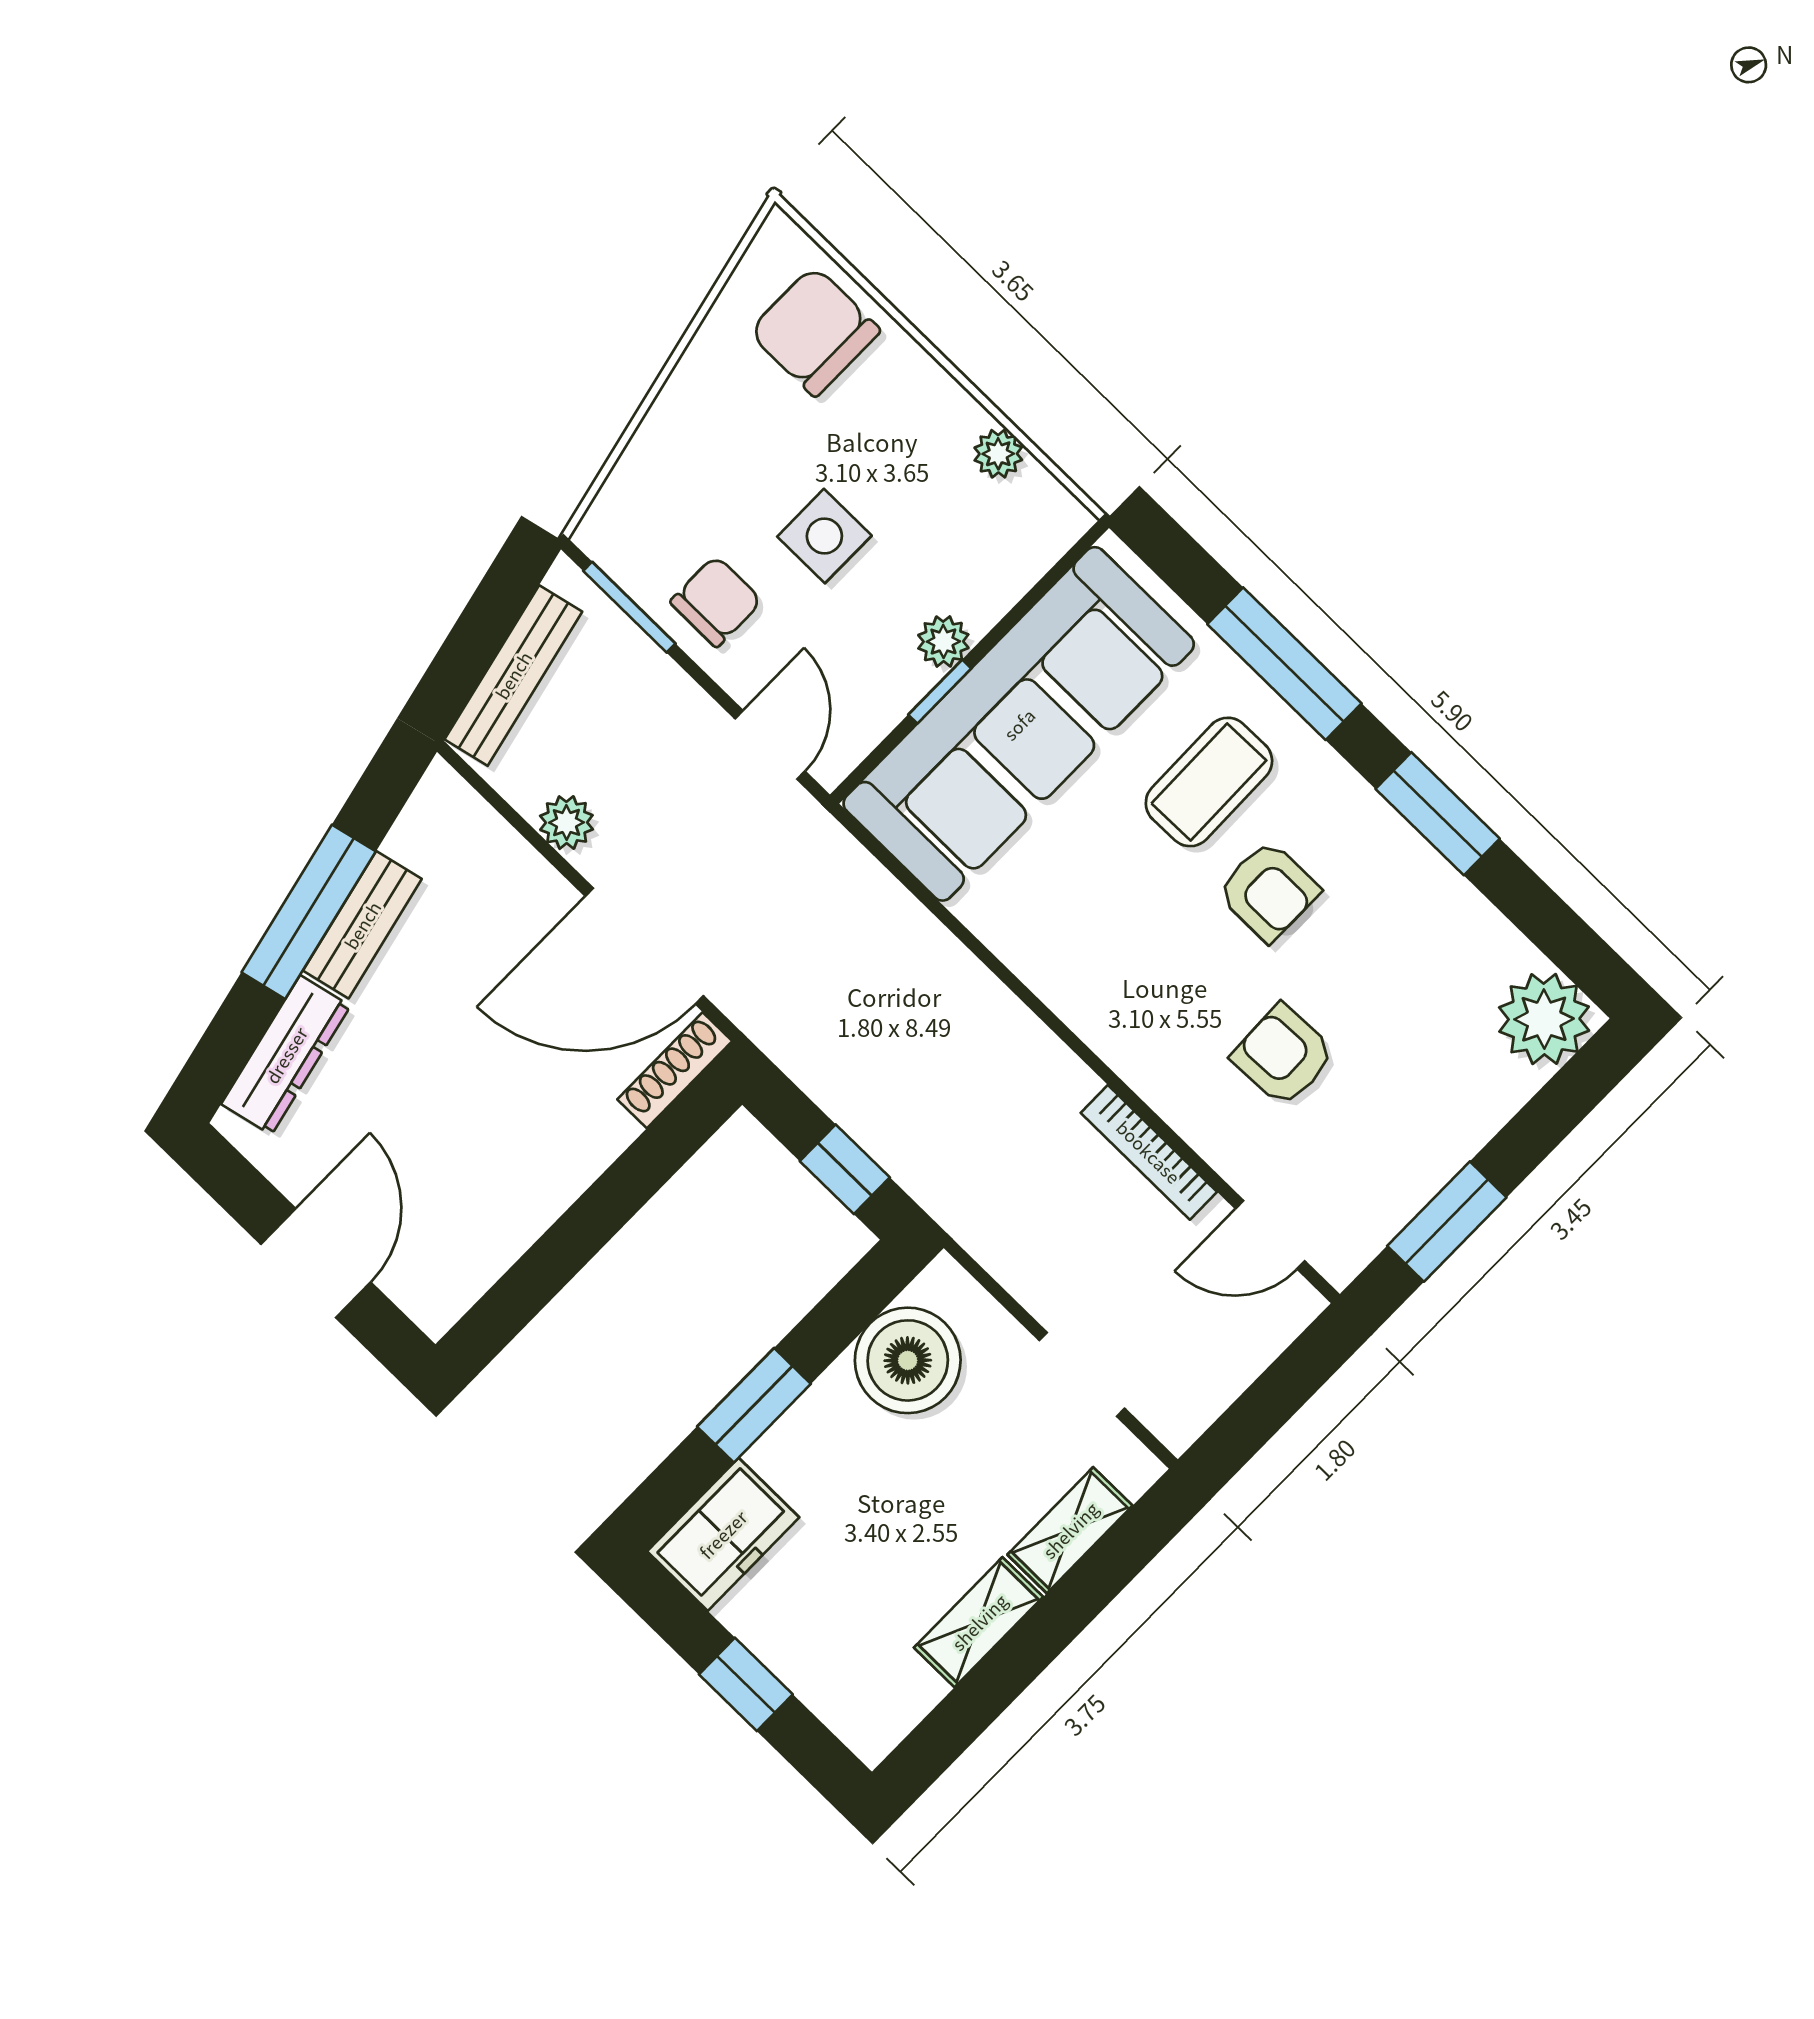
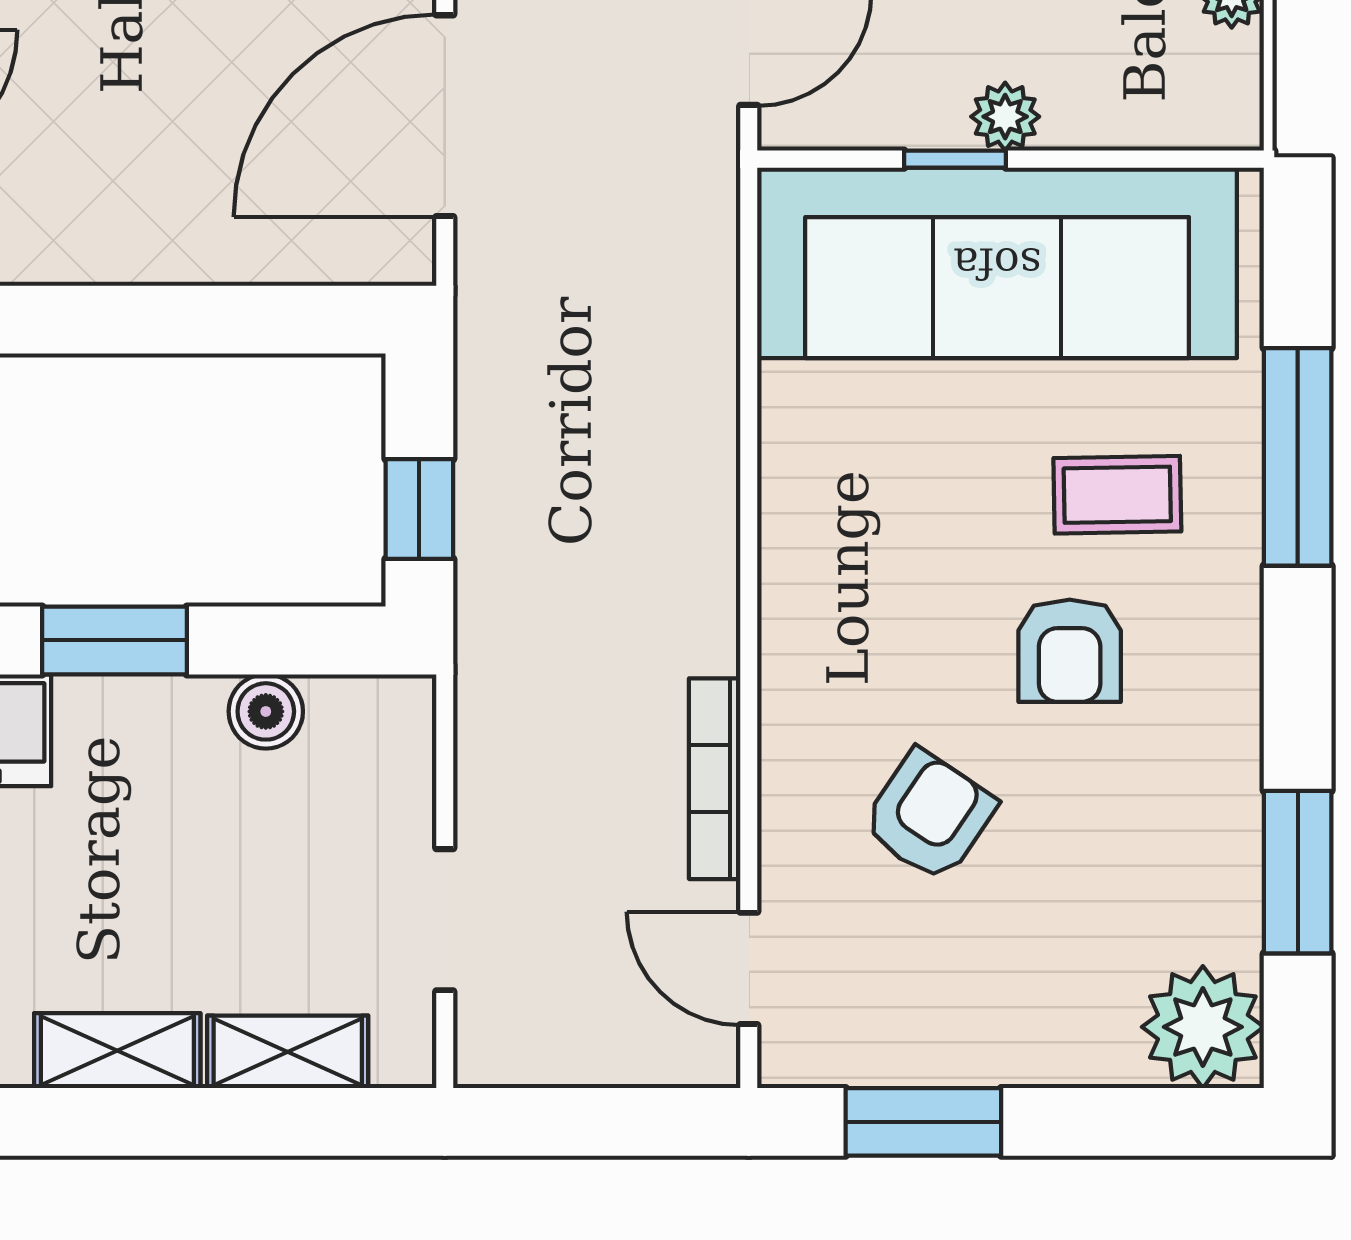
coffee table: (1209, 782) -> (1117, 495), width x0.73, depth x0.77
window: (1438, 814) -> (1298, 872), moved
door: (644, 946) -> (445, 116), hinge flipped
armchair: (1283, 1055) -> (929, 816), turned 36
shoe rack: (675, 1070) -> (356, 259), removed
boiler: (908, 1360) -> (266, 711), width x0.54, depth x0.54

